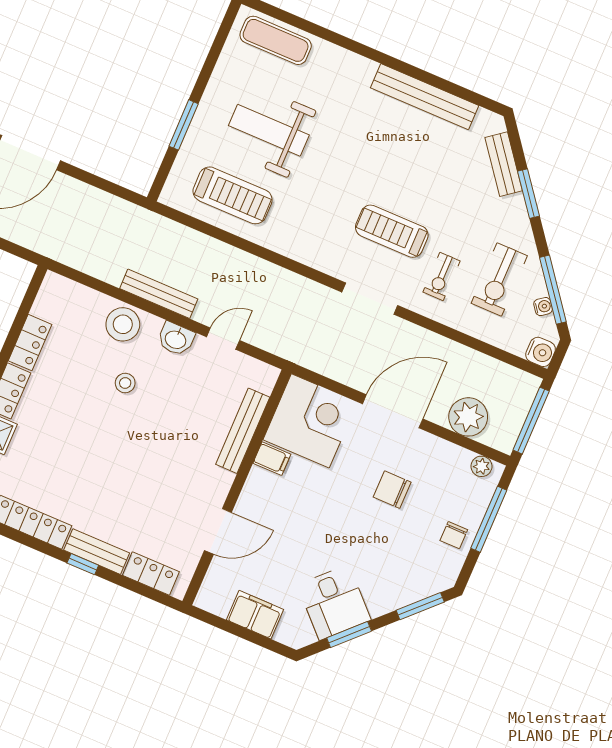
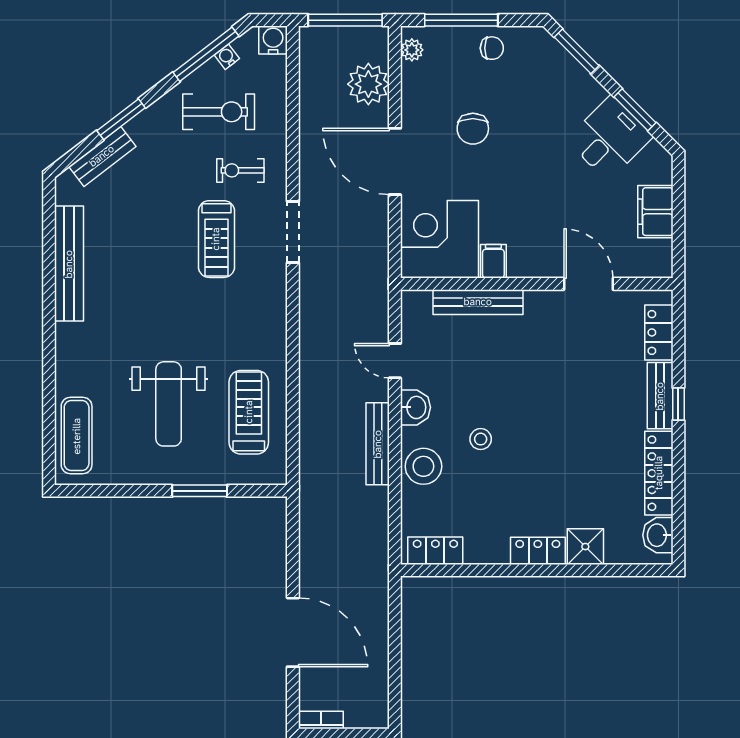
exercise bike: (441, 276) -> (240, 170), turned 180
locker: (30, 343) -> (435, 551), moved

